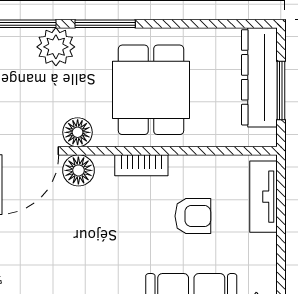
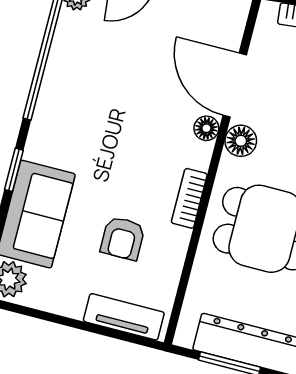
floor lamp: (78, 170) -> (206, 128), width x0.73, depth x0.73

